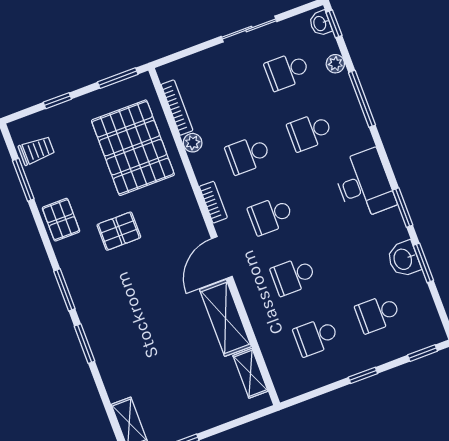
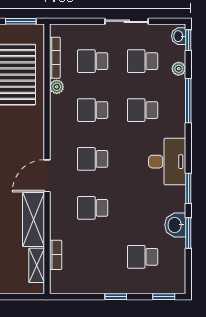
bookcase: (213, 202) -> (56, 255), moved
school desk: (316, 337) -> (93, 61), moved

